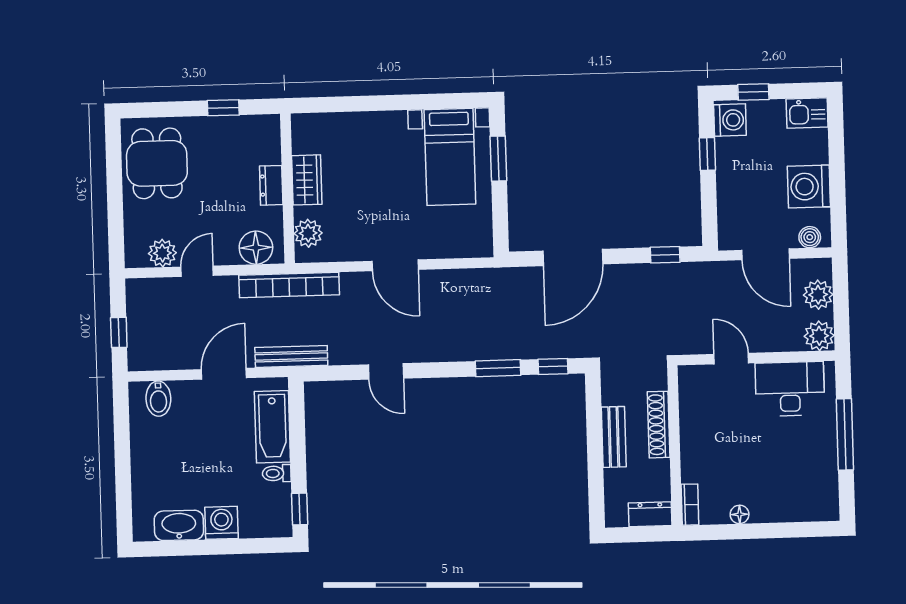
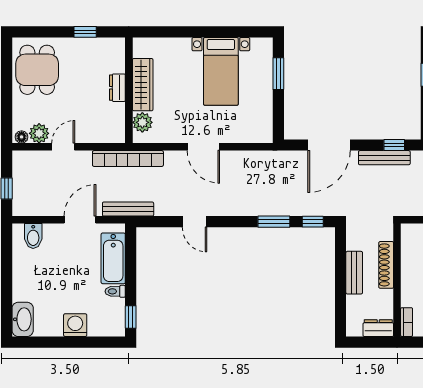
bed with nightstands: (450, 157) -> (221, 71), moved
wardrobe: (307, 180) -> (143, 85), width x1.50
floor lamp: (256, 248) -> (22, 137), moved, width x0.53, depth x0.53
bench: (652, 273) -> (384, 158), added
washbasin: (179, 525) -> (23, 319), moved, turned 90

